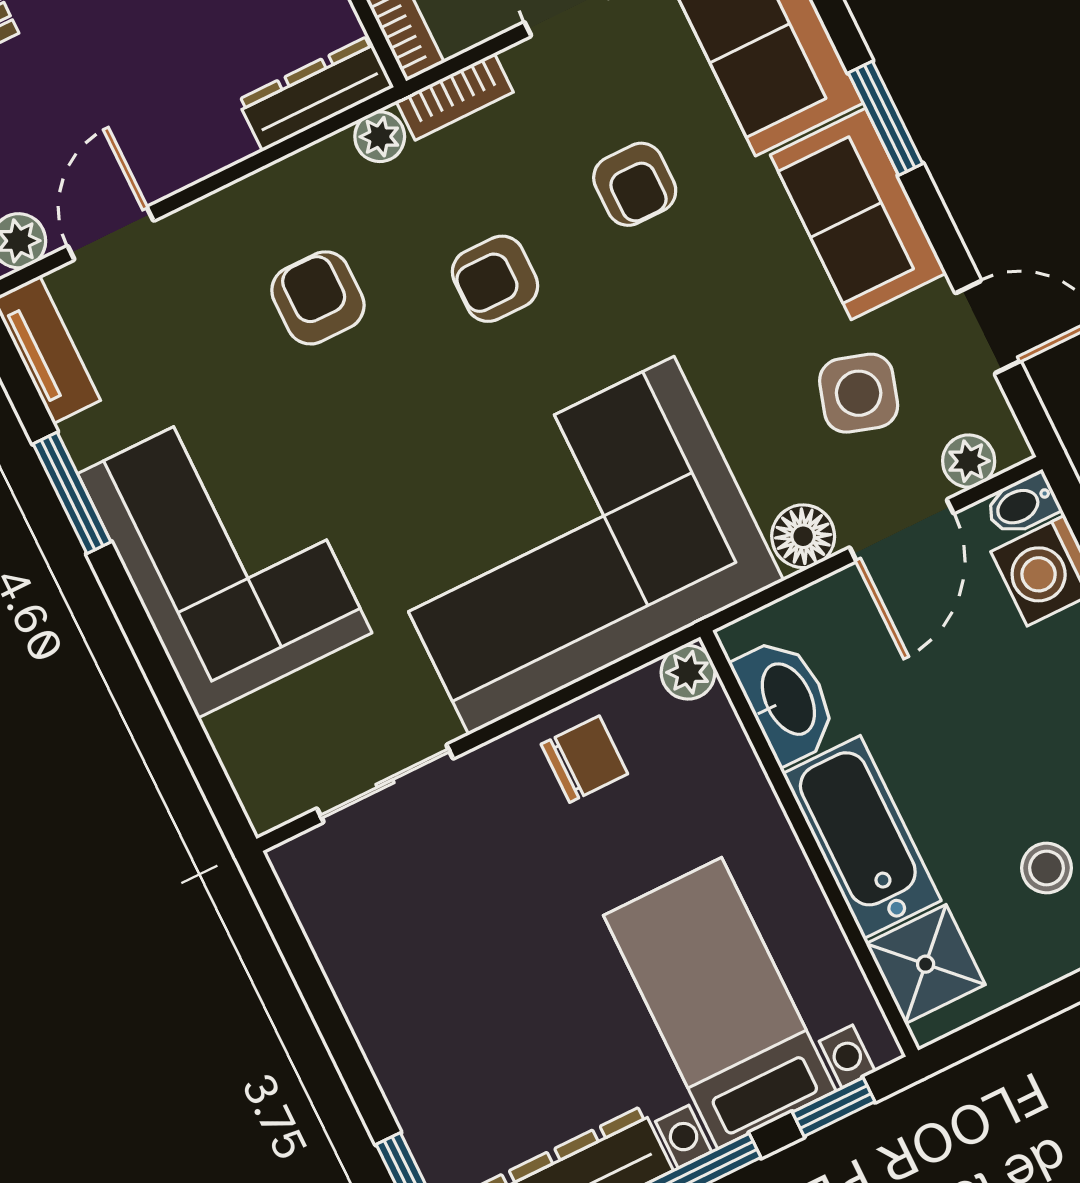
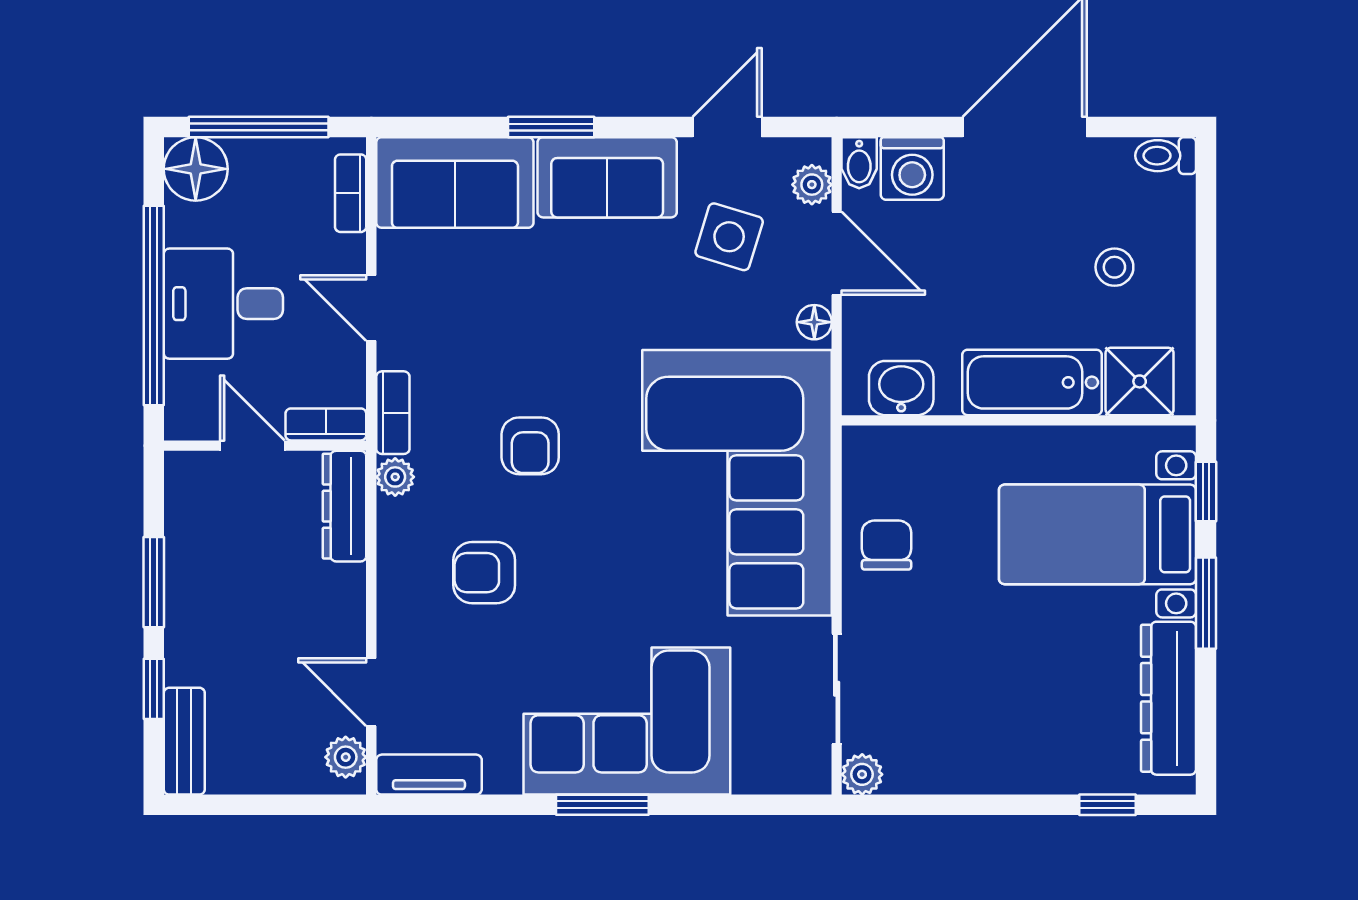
armchair: (635, 184) -> (512, 319), removed
window: (72, 493) -> (602, 805), moved
floor lamp: (803, 536) -> (814, 322), width x0.73, depth x0.73
plant: (688, 672) -> (862, 774), moved
washbasin: (786, 700) -> (901, 388), width x0.72

